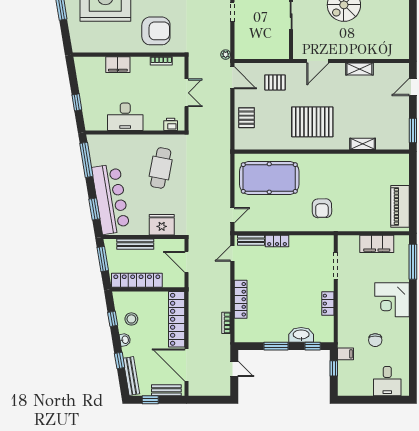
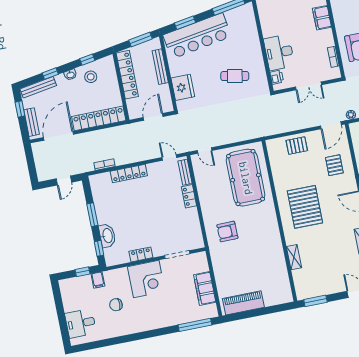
desk: (125, 117) -> (279, 52), moved
cafe table: (161, 168) -> (235, 76), width x0.73, depth x0.74
corner desk: (392, 300) -> (146, 279), moved, turned 180

